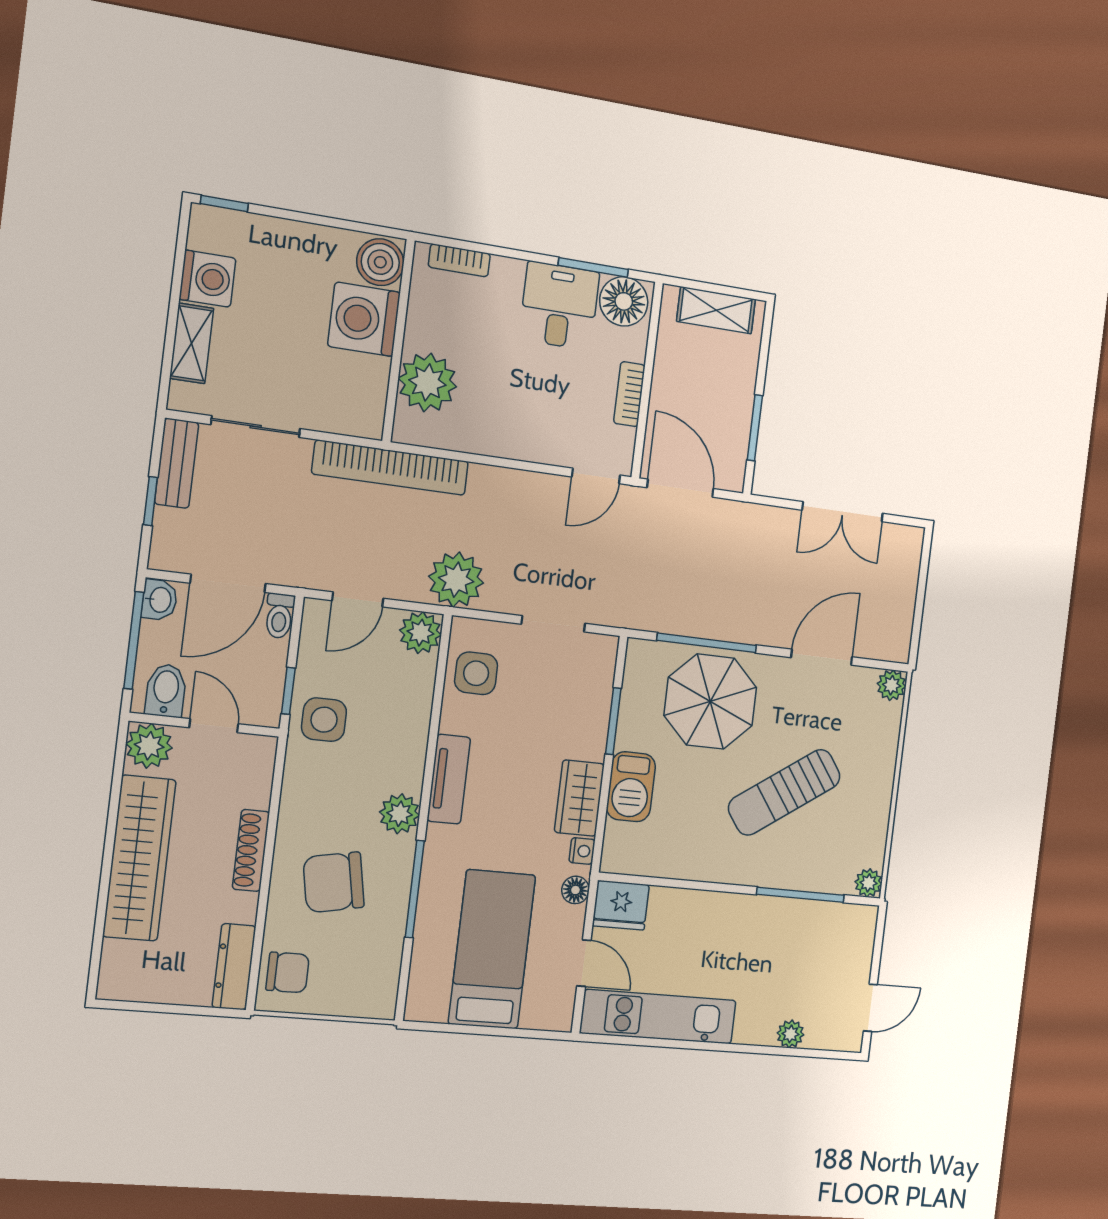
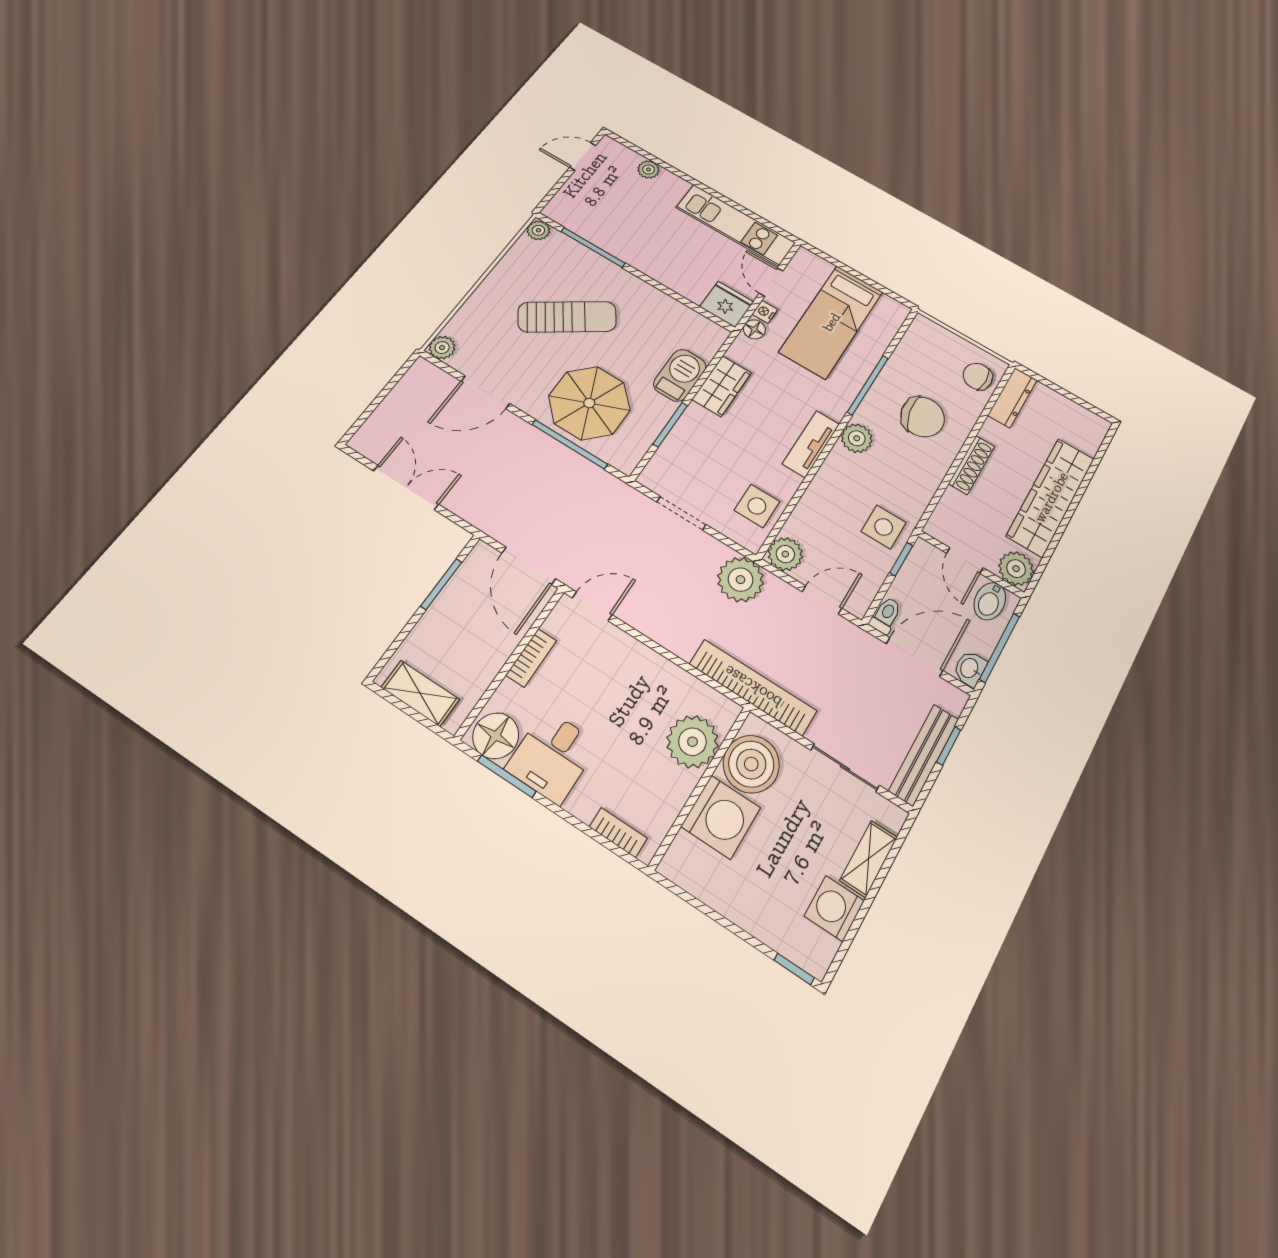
boiler: (380, 262) -> (751, 764), moved, width x1.37, depth x1.37
bench: (177, 463) -> (924, 755), width x1.36
nightstand: (582, 851) -> (765, 312), moved

